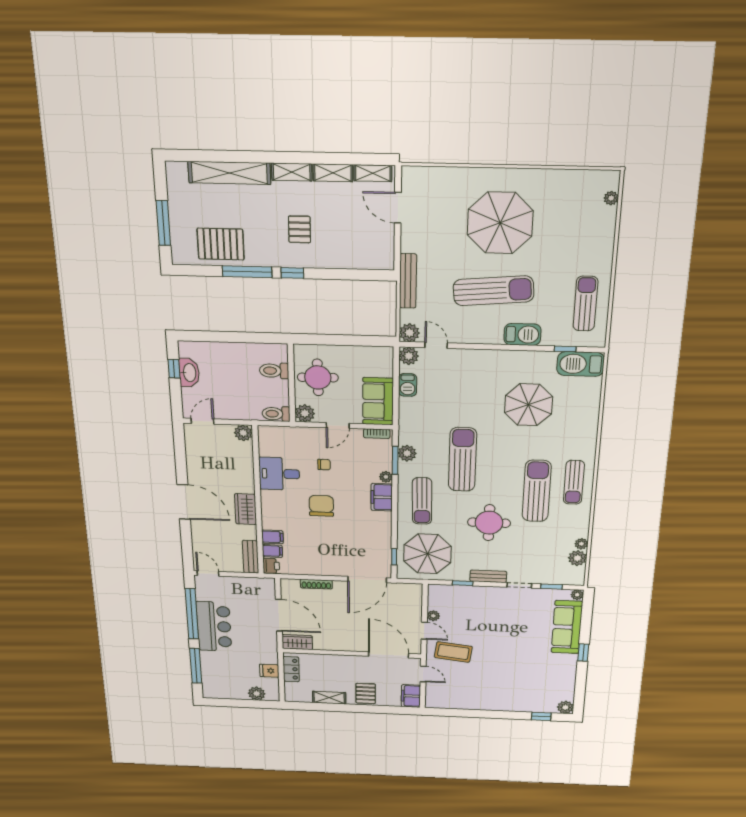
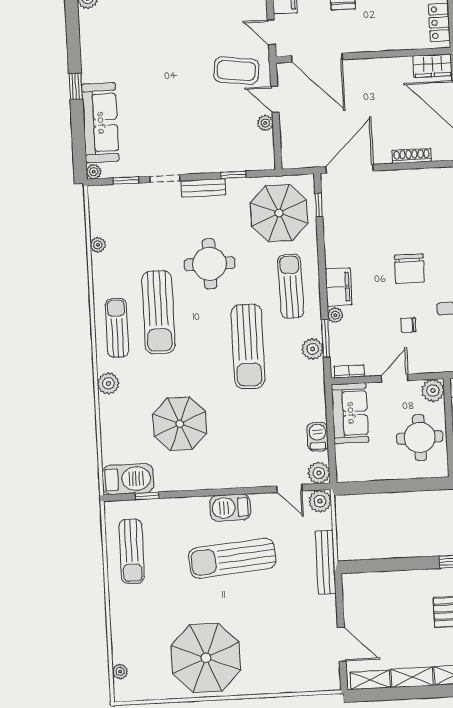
parasol: (500, 223) -> (206, 658), moved
barbecue: (522, 334) -> (230, 508), moved
plant: (577, 558) -> (108, 383), moved

